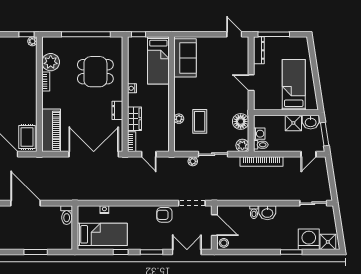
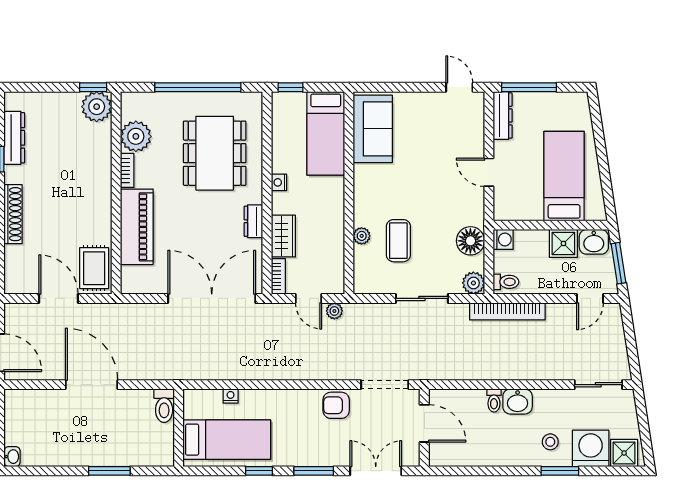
plant: (32, 41) -> (97, 107), width x1.88, depth x1.88
dining table: (95, 72) -> (215, 153), width x1.37
piano: (51, 130) -> (137, 227), moved
washing machine: (259, 134) -> (503, 239), moved
plant: (193, 161) -> (334, 311), moved
stool: (224, 243) -> (550, 442), moved

